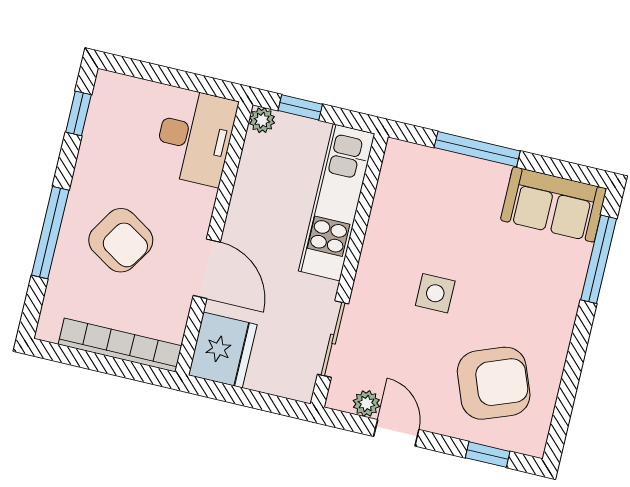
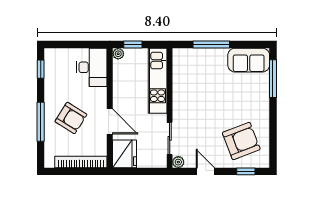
side table: (435, 293) -> (208, 109), removed
plant: (366, 404) -> (178, 162), moved

